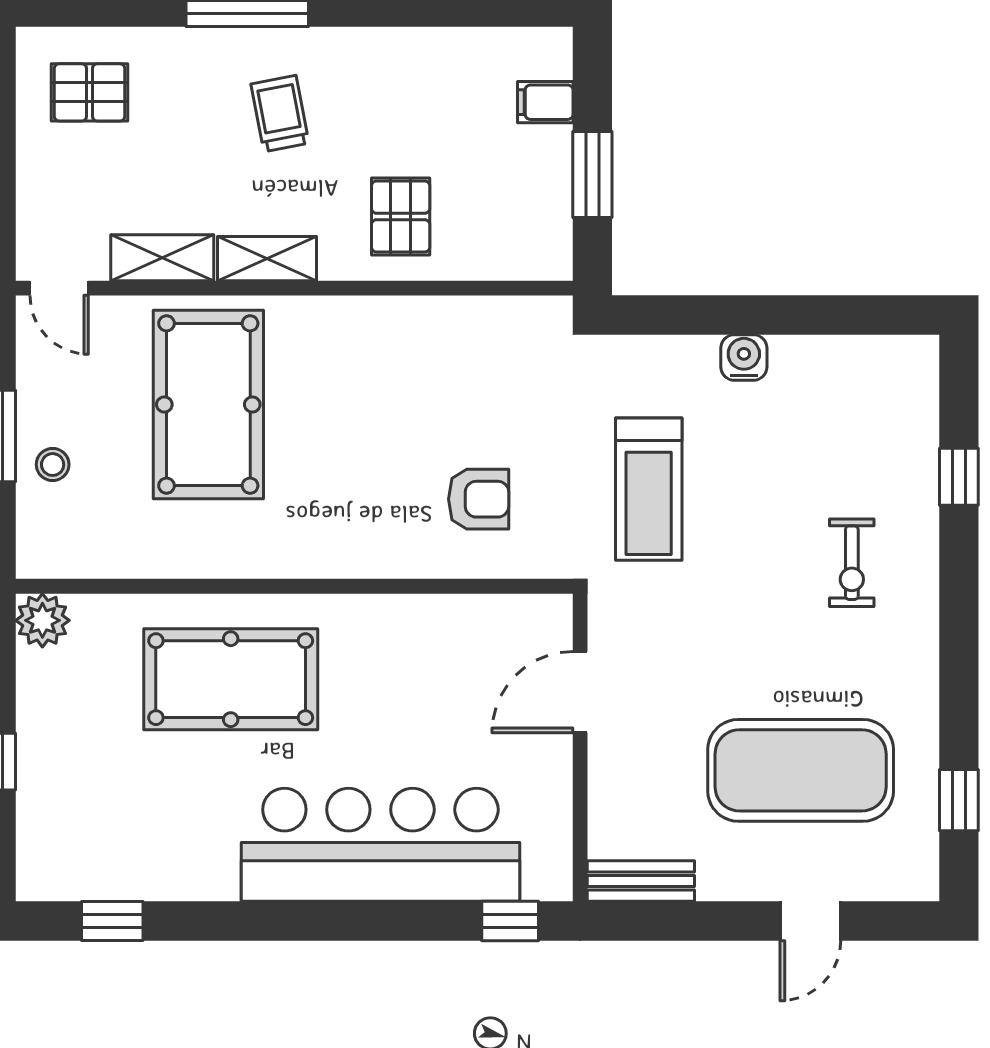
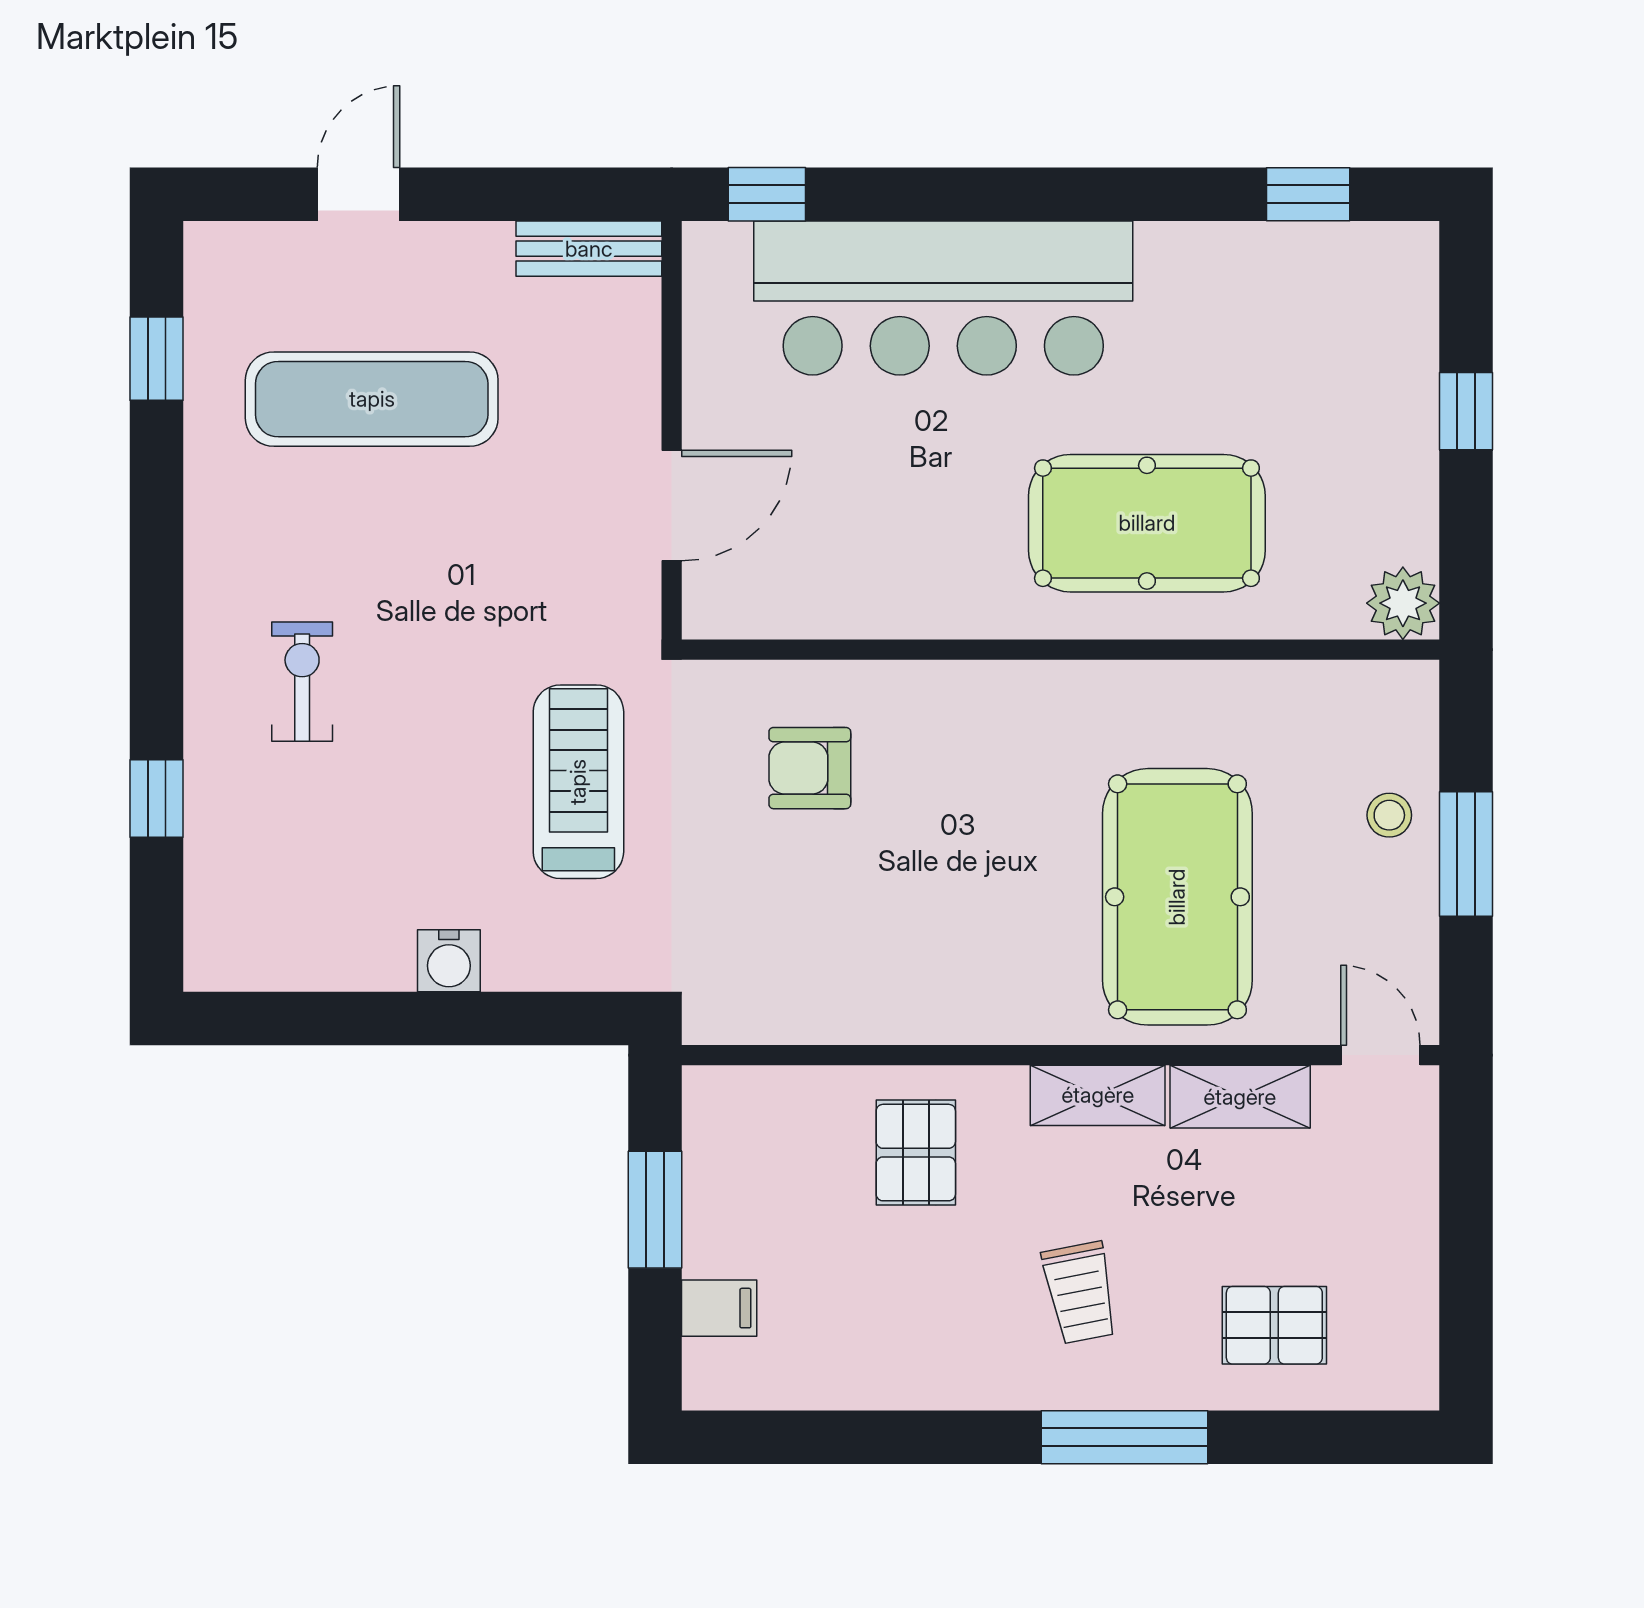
pallet: (90, 92) -> (1274, 1325), moved
exercise mat: (801, 770) -> (372, 399), width x0.68

